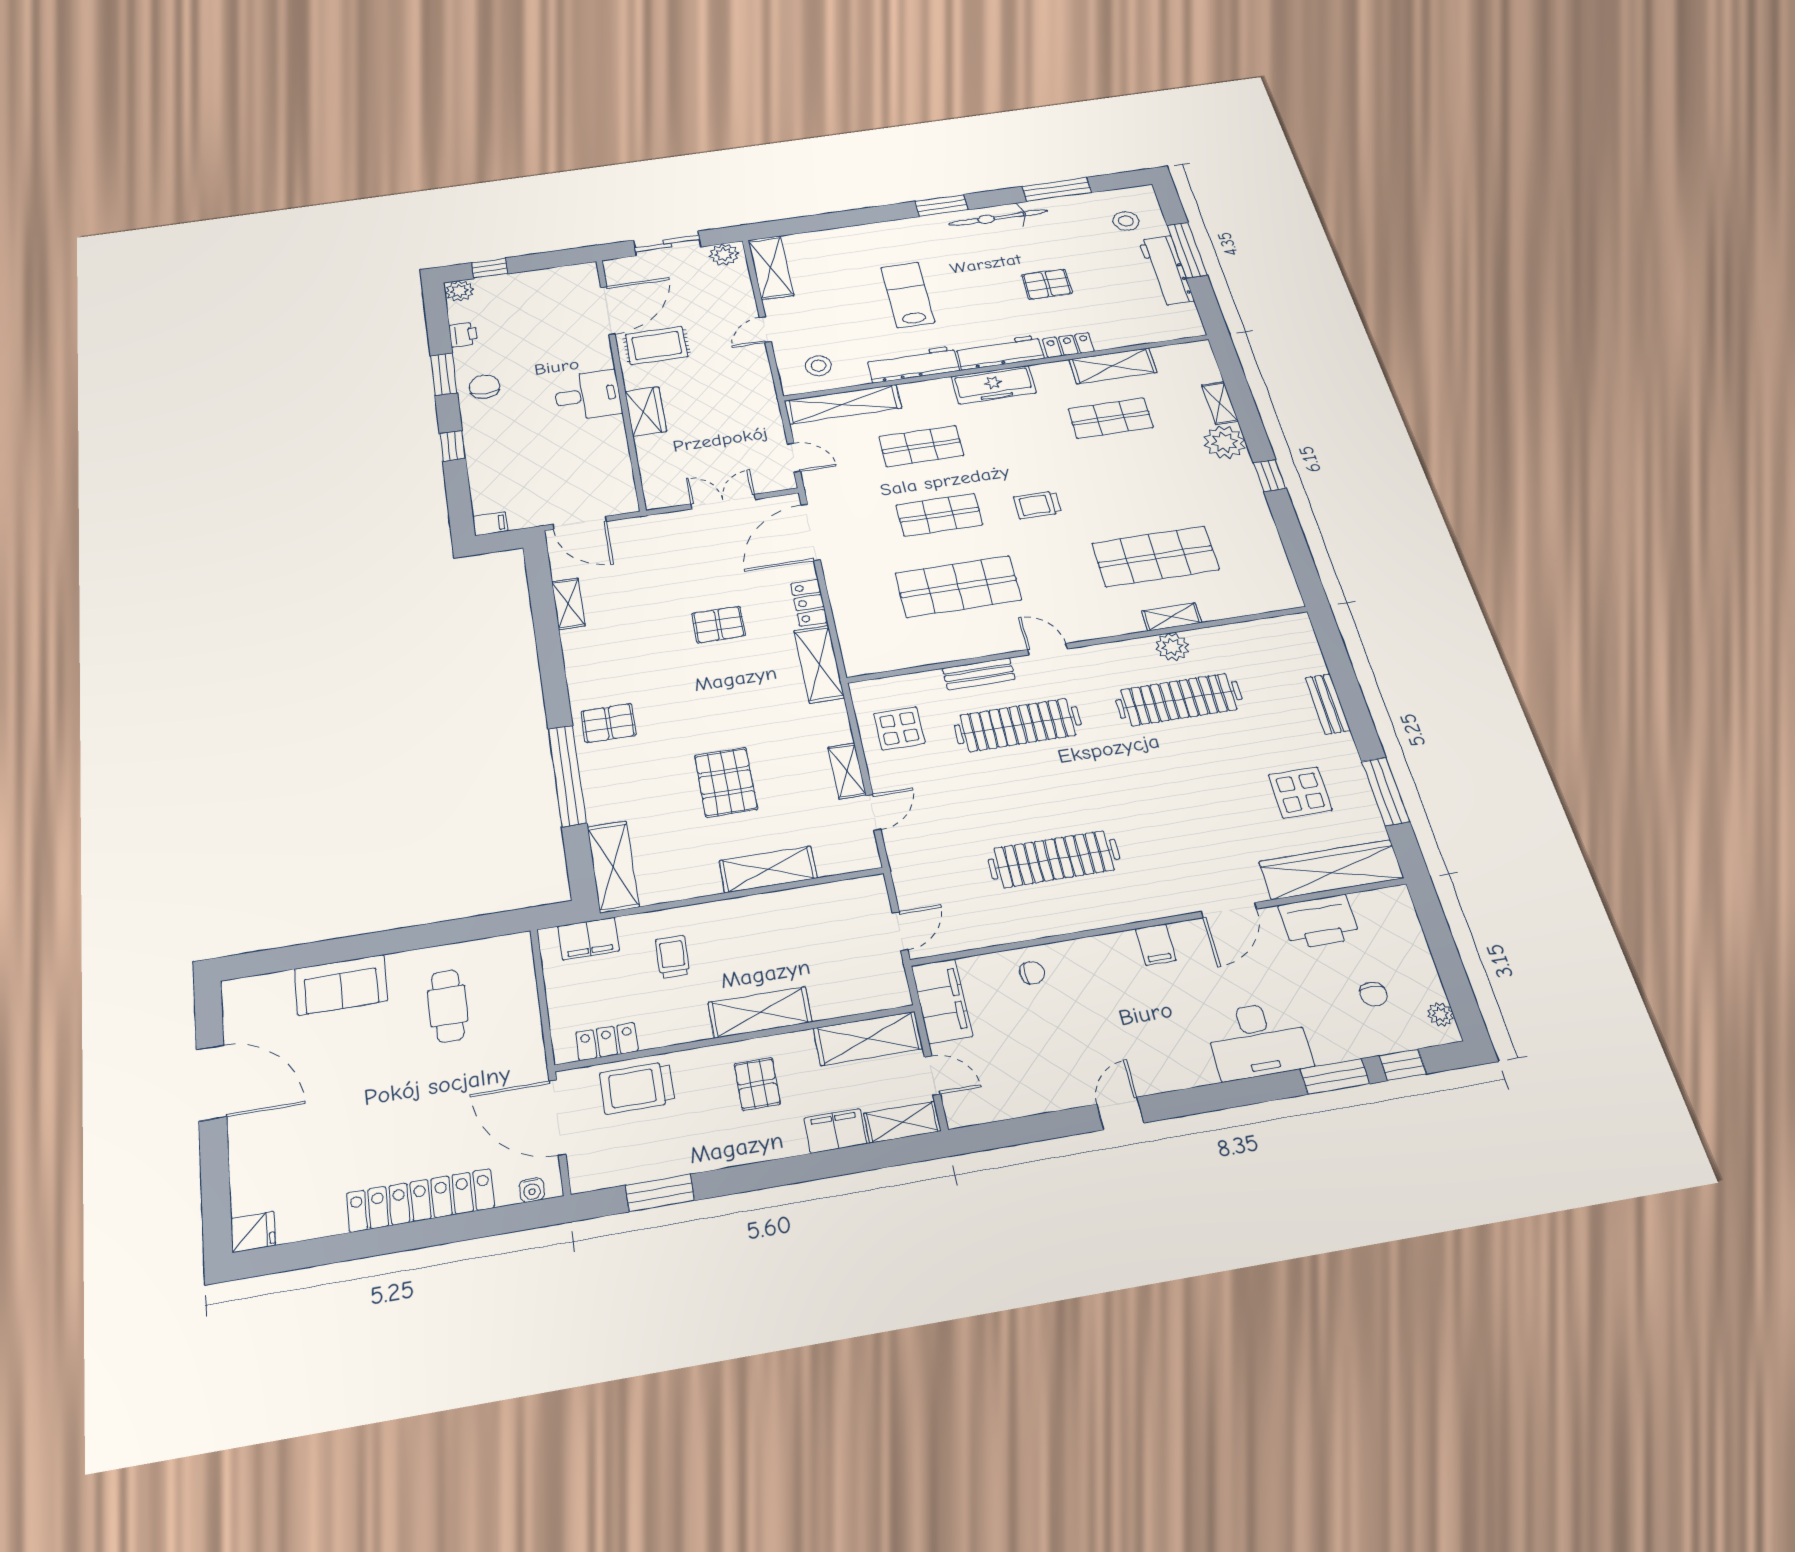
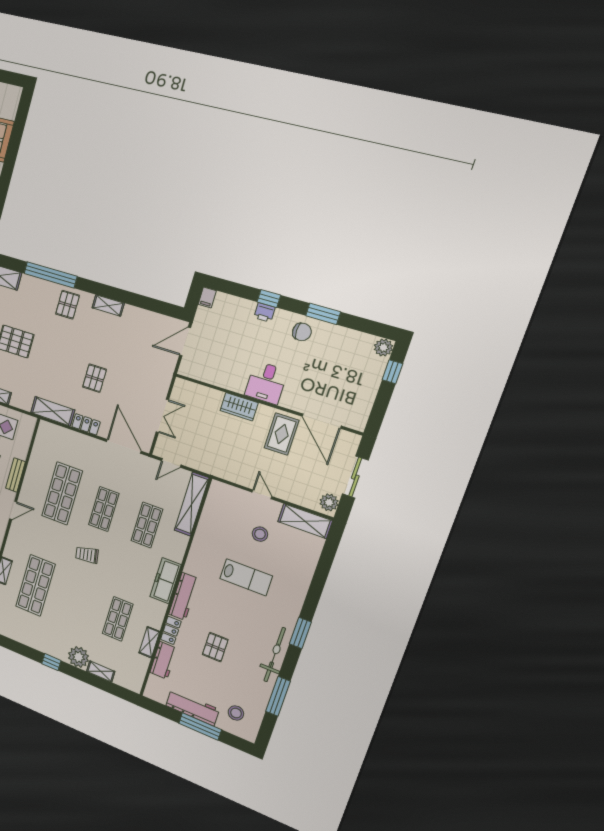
printer: (463, 335) -> (264, 312), moved
workbench: (913, 365) -> (163, 660), moved, width x0.73
stool: (818, 366) -> (260, 534), moved
shelving: (1113, 366) -> (149, 642), width x0.67, depth x0.75
trolley: (1037, 505) -> (87, 555), turned -100
shelving: (568, 604) -> (108, 305), moved

